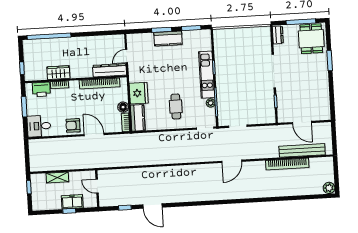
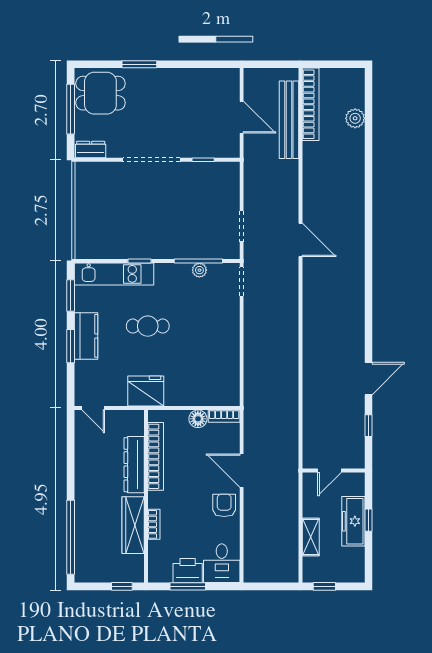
door: (126, 56) -> (93, 408), moved
dresser: (110, 70) -> (134, 465), moved
wardrobe: (58, 73) -> (133, 525), width x1.50
kitchen unit: (207, 75) -> (114, 274), moved
printer: (41, 89) -> (188, 571), moved, turned -90
fridge: (139, 93) -> (146, 391), moved
cafe table: (176, 106) -> (148, 326), moved
kitchen counter: (138, 118) -> (217, 395), removed
door: (302, 123) -> (242, 117), hinge flipped
armchair: (73, 125) -> (224, 505), turned 180
door: (94, 135) -> (242, 471), hinge flipped
bookcase: (287, 164) -> (311, 104), moved
plant: (329, 188) -> (355, 118), moved
freezer: (72, 202) -> (353, 521), width x1.40

